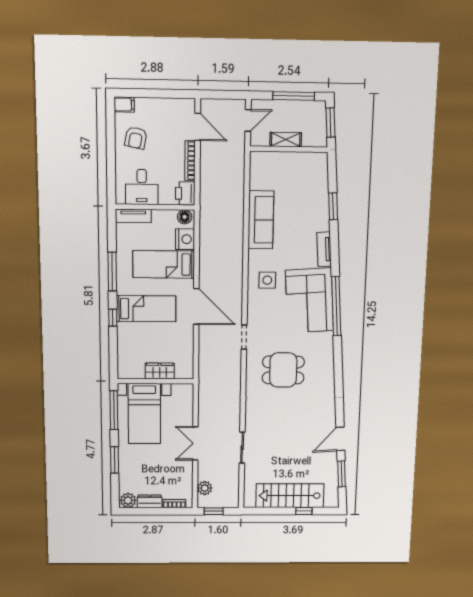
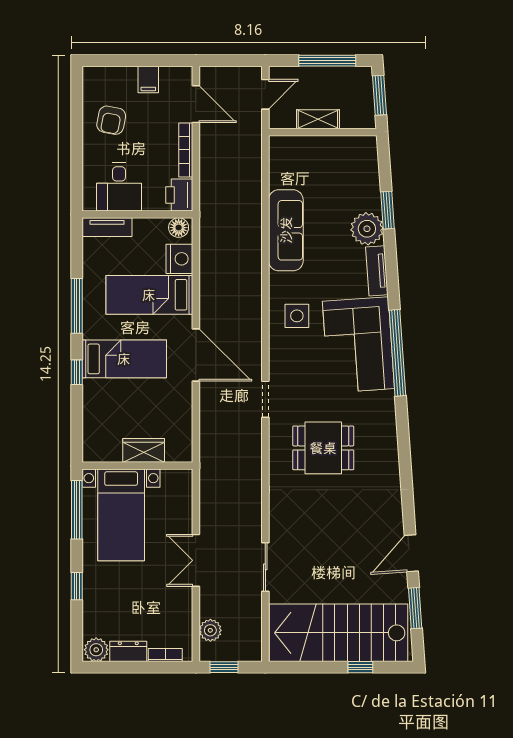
filing cabinet: (124, 105) -> (148, 79), moved, turned 90
plant: (318, 219) -> (367, 229), added
window: (115, 460) -> (77, 586), width x0.67
stairs: (290, 496) -> (338, 633), width x1.36, depth x1.51

